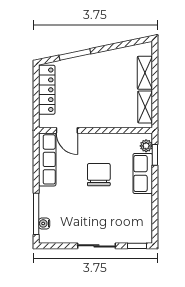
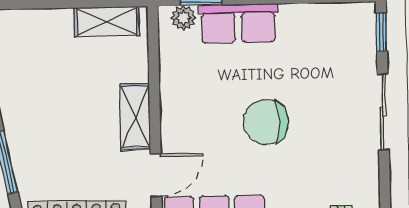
shelving: (145, 73) -> (135, 117), moved, turned 90
chair: (99, 175) -> (266, 122), moved

